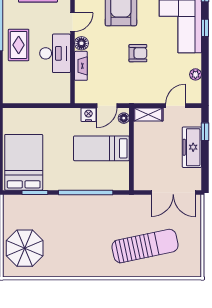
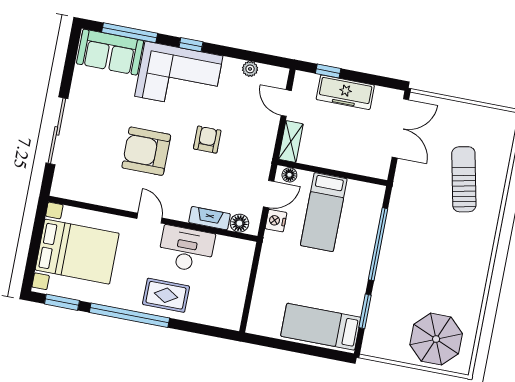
floor lamp: (81, 43) -> (239, 223), moved
door: (107, 106) -> (269, 194), hinge flipped
bed: (24, 162) -> (321, 327), width x0.67
sun lounger: (145, 246) -> (464, 179), width x0.73, depth x0.75

